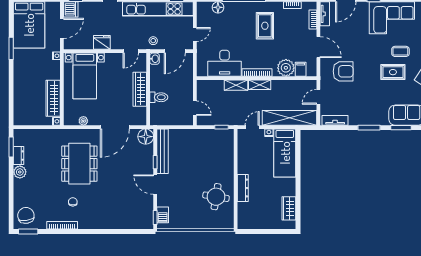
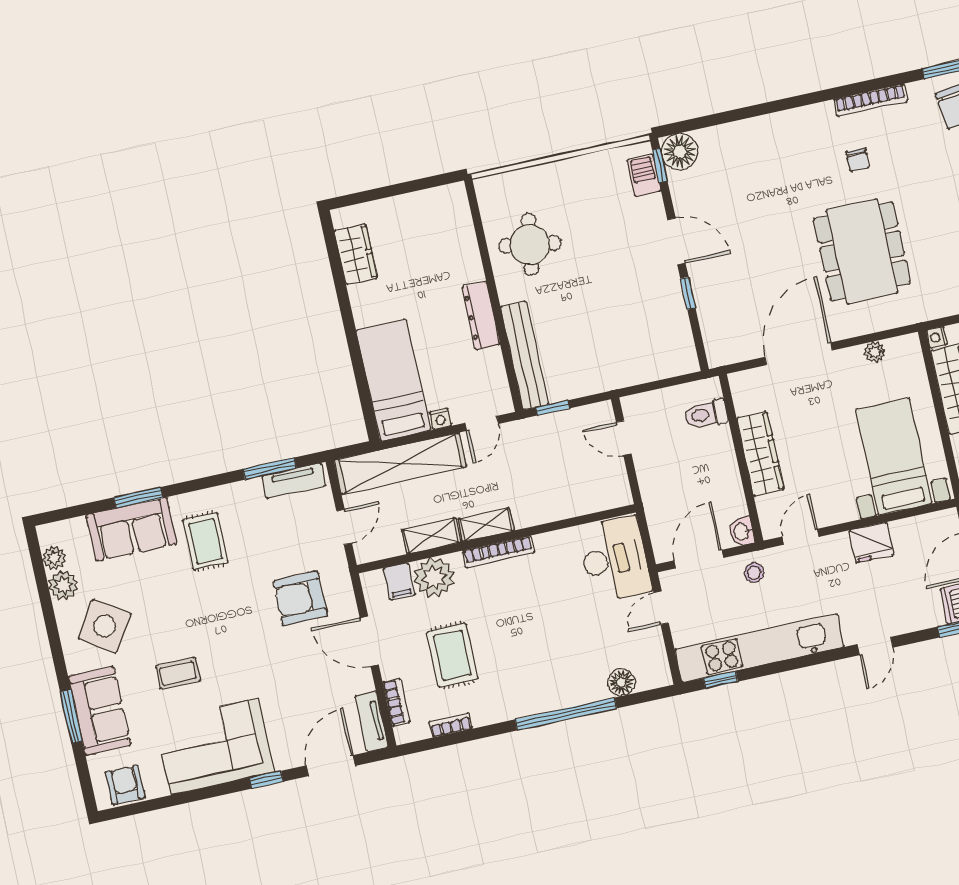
rug: (265, 26) -> (452, 655), moved
desk: (225, 63) -> (615, 559), moved, turned 90
rug: (393, 72) -> (205, 541), moved, turned 90
shelving: (236, 85) -> (432, 536), moved
toilet: (159, 97) -> (706, 414), moved
window: (369, 128) -> (270, 469), moved
floor lamp: (146, 137) -> (680, 152), moved
bench: (162, 151) -> (525, 355), moved
dresser: (243, 188) -> (481, 316), moved

